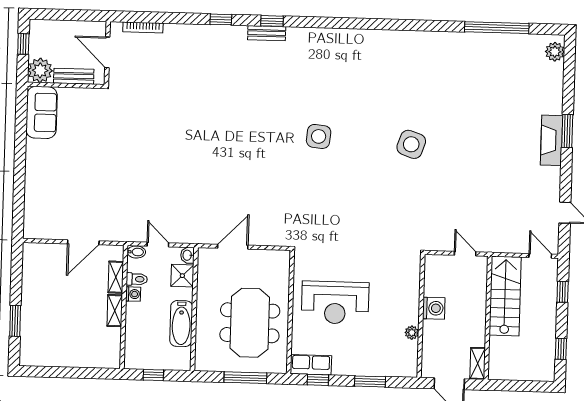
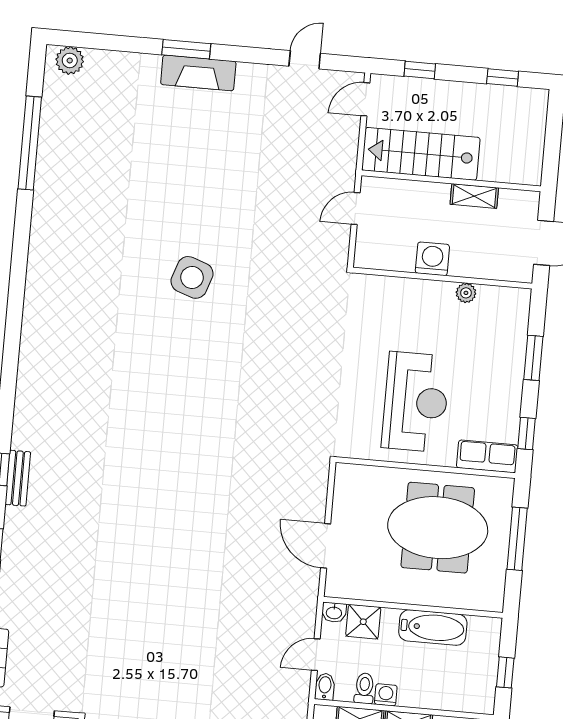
side table: (319, 136) -> (173, 411), removed
shelving: (478, 363) -> (474, 196), moved
row of seats: (311, 365) -> (487, 456), moved, turned 90

